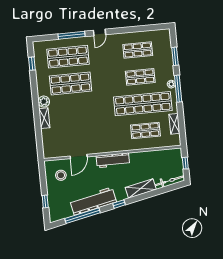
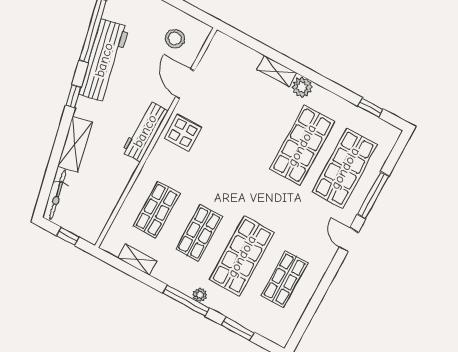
shop shelf: (140, 77) -> (242, 256), width x1.43, depth x1.36
shop shelf: (143, 104) -> (199, 233), width x0.50, depth x0.74
display table: (102, 142) -> (183, 133), added

